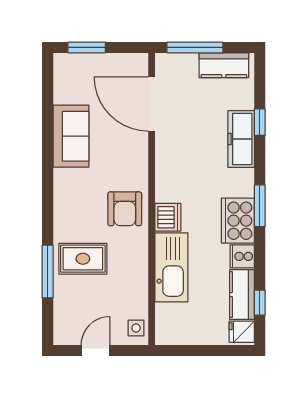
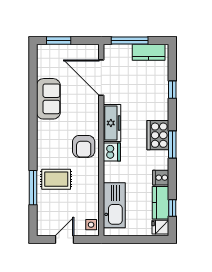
freezer: (241, 139) -> (112, 123), moved, turned 180
cooker: (238, 221) -> (158, 135), moved
kitchen sink: (171, 267) -> (114, 205), moved

